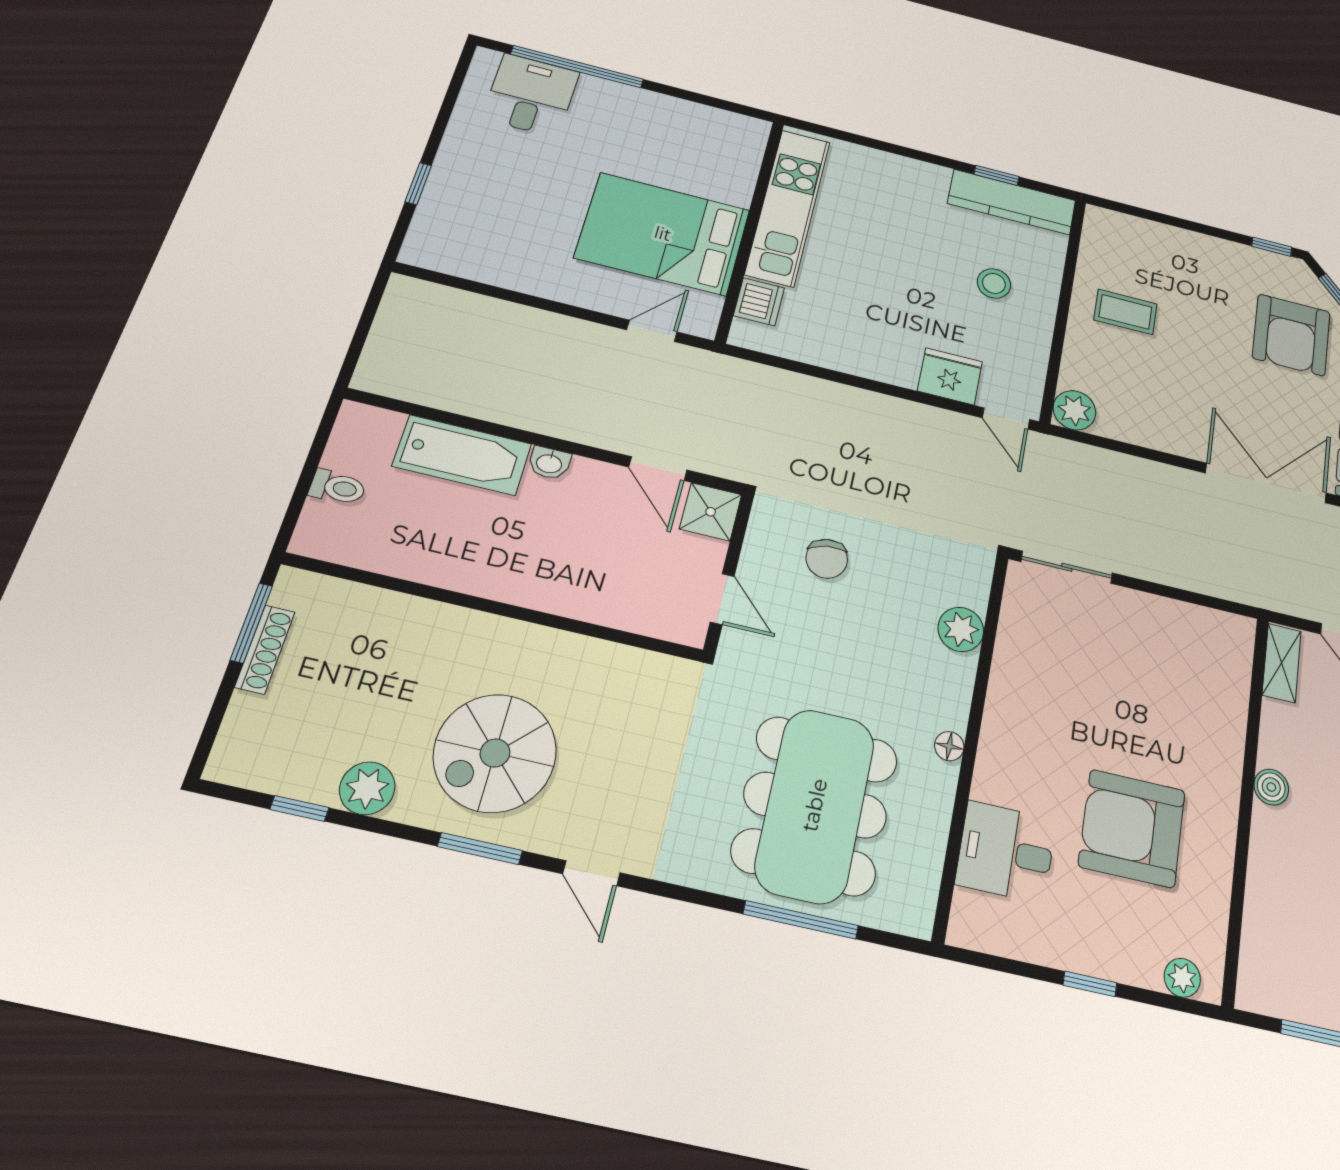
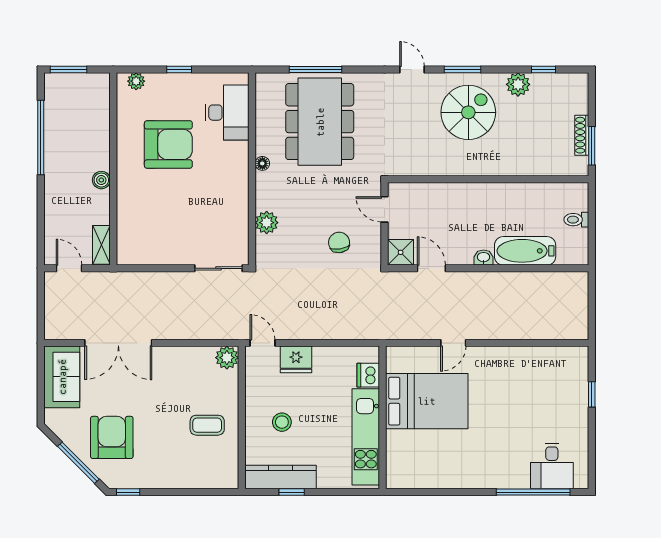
kitchen unit: (788, 207) -> (366, 437), moved
wall: (750, 229) -> (383, 417), moved
bed: (663, 234) -> (427, 401), moved
dishwasher: (759, 302) -> (368, 375), moved
desk: (1006, 852) -> (227, 113), width x1.37

